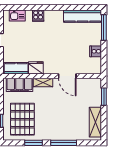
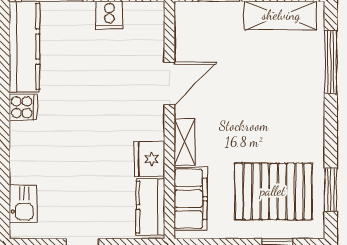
cooker: (38, 16) -> (23, 107), moved
window: (34, 143) -> (331, 190), moved
window: (64, 143) -> (331, 62), moved

